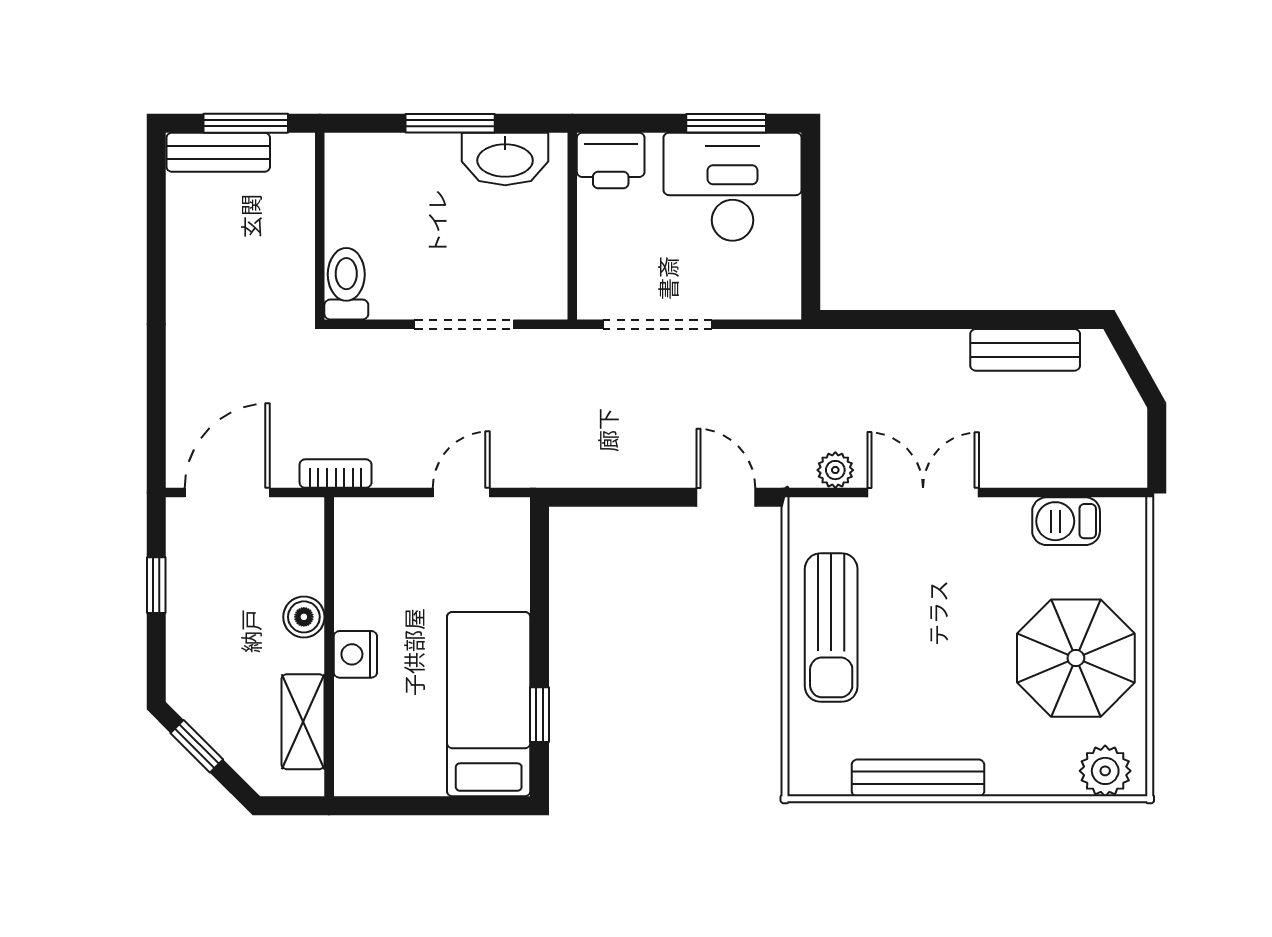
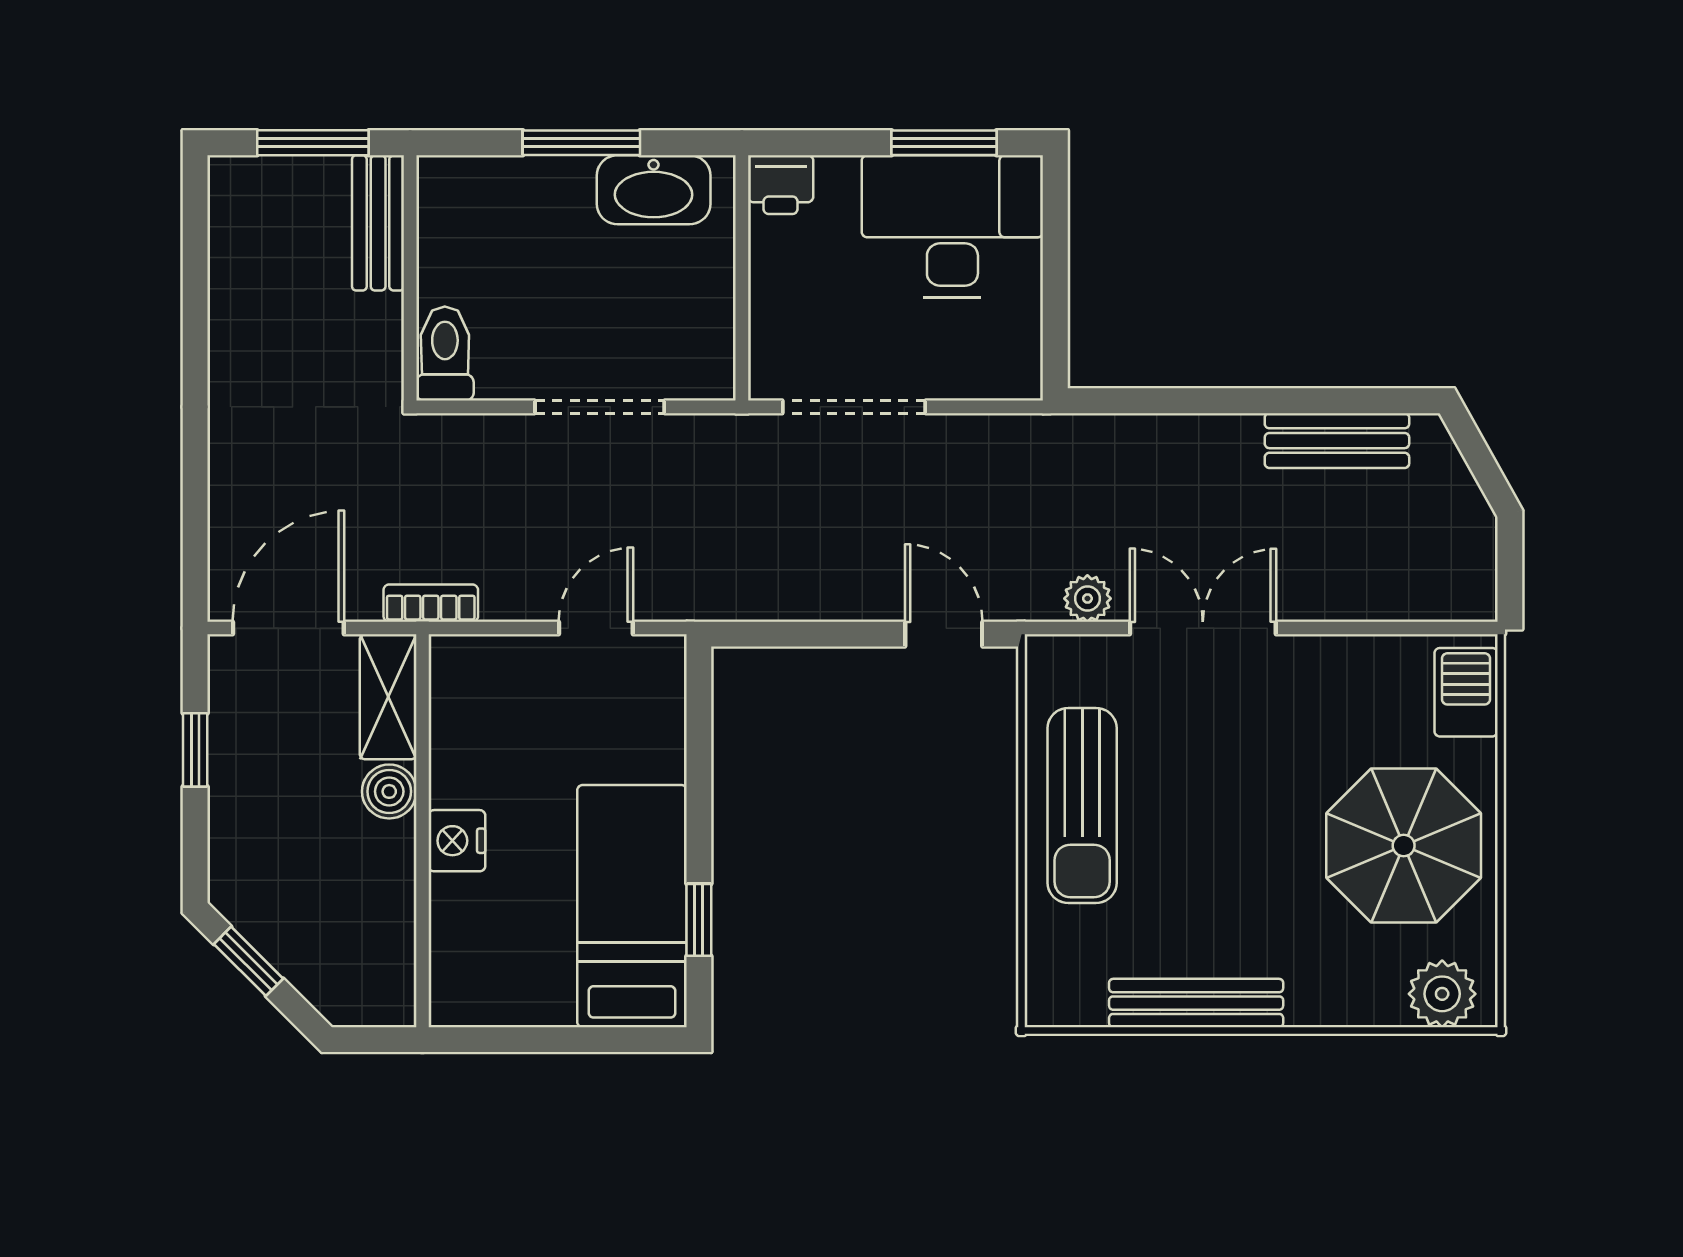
bench: (218, 152) -> (378, 223), moved, turned 90
printer: (611, 160) -> (781, 185), width x0.73, depth x0.81
barbecue: (1066, 521) -> (1466, 692), moved, turned 90
shelving: (303, 722) -> (388, 697), moved

